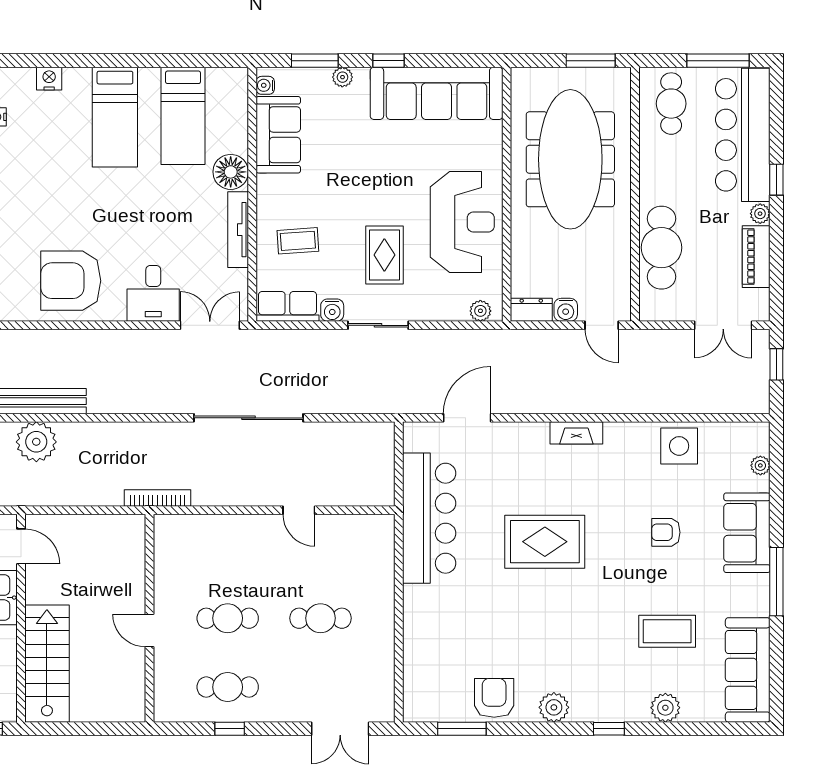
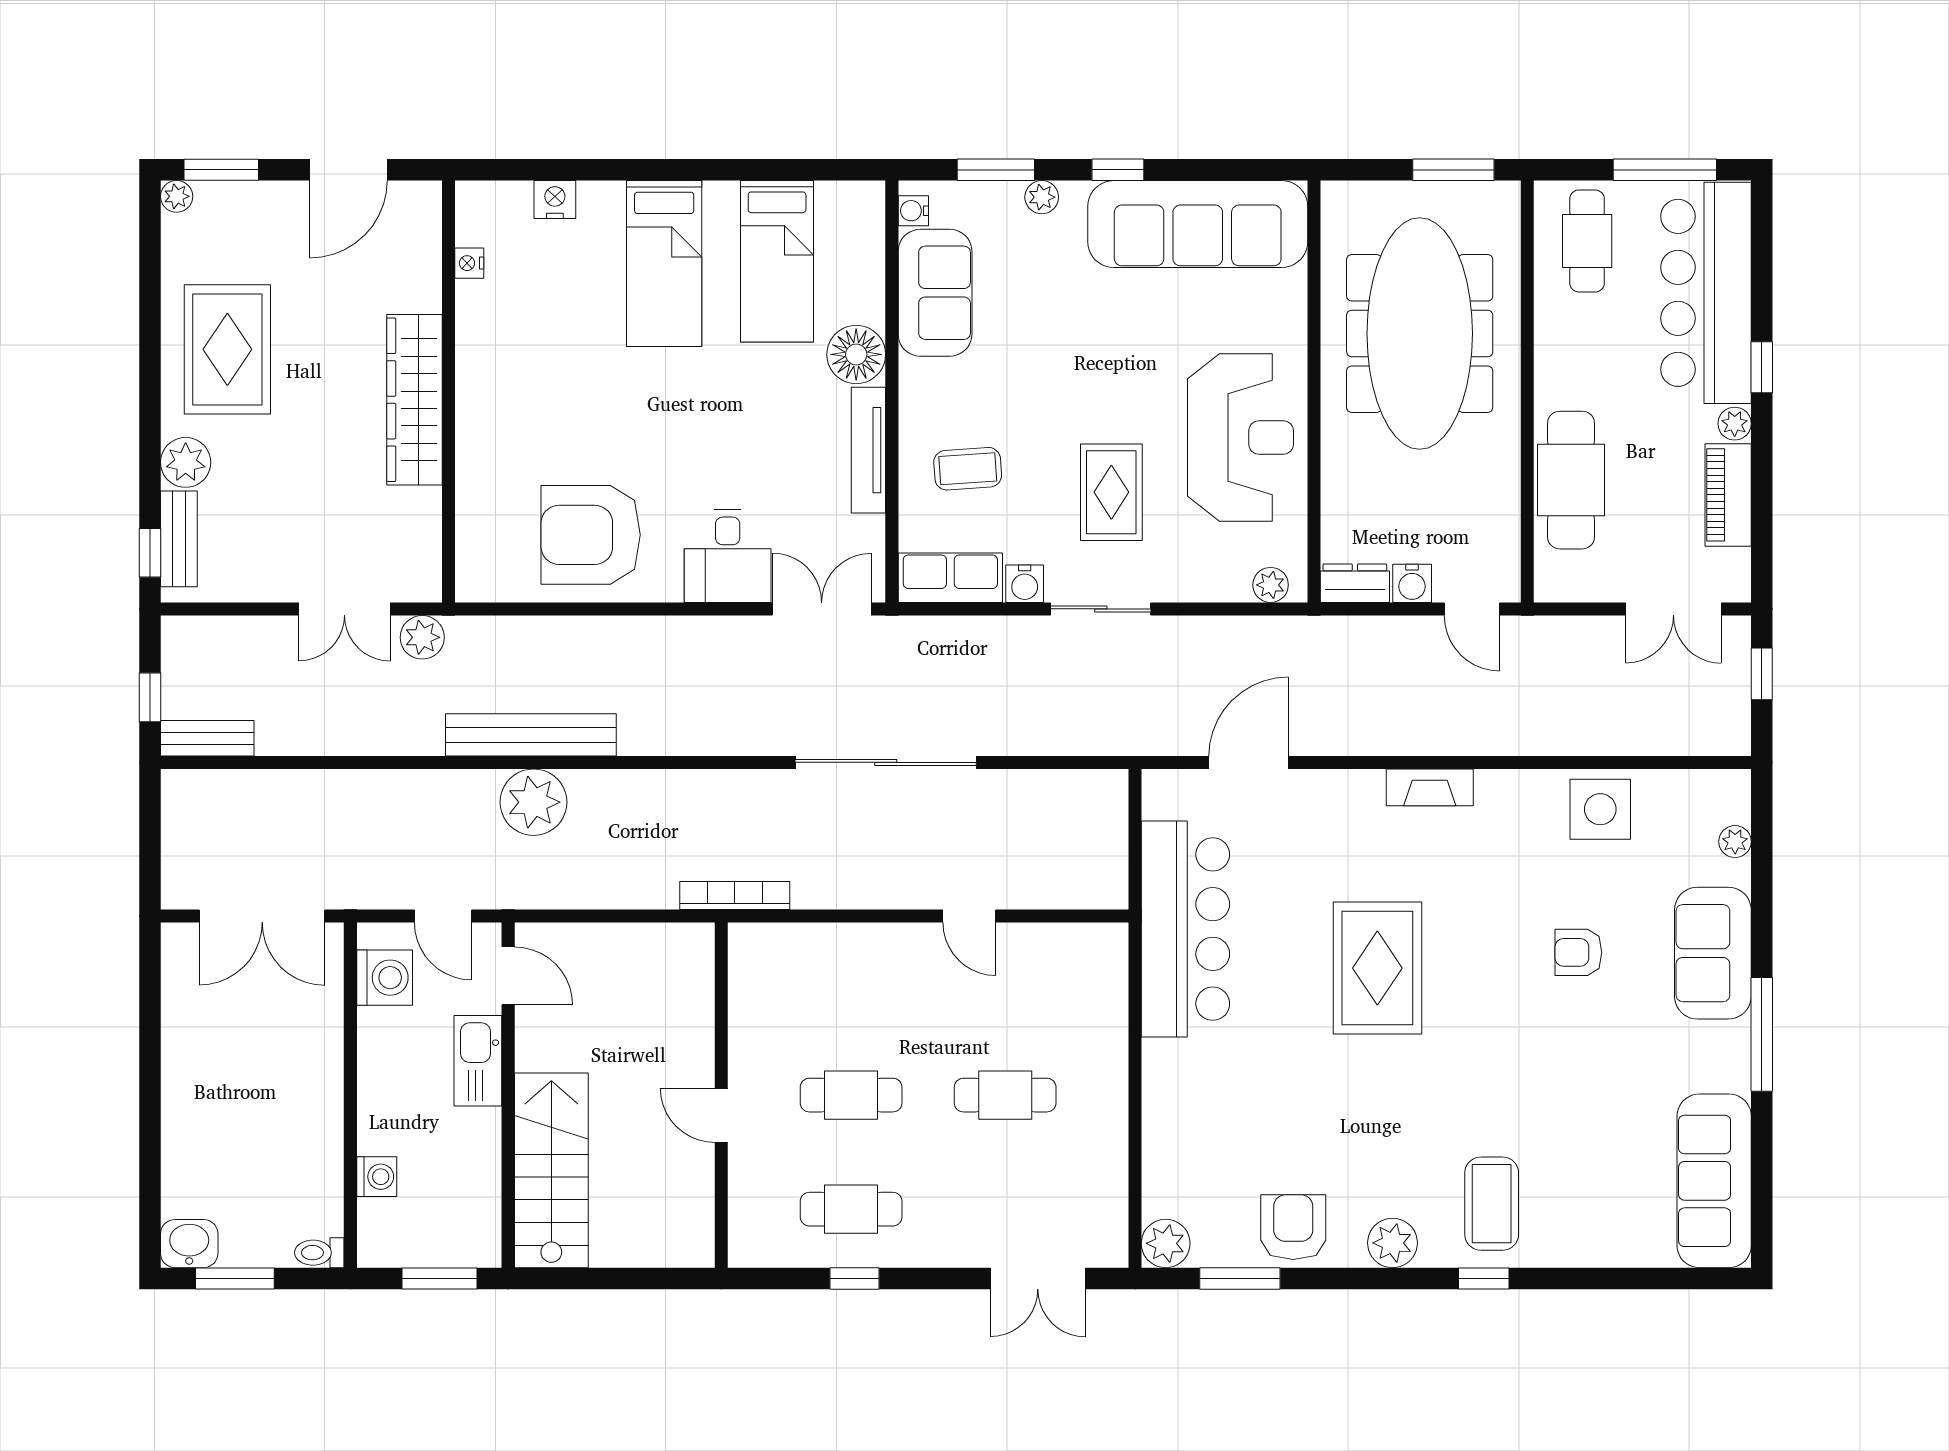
rug: (545, 542) -> (1377, 968), turned 90
coffee table: (667, 631) -> (1492, 1204), moved, turned 90
plant: (665, 708) -> (1166, 1243), moved

